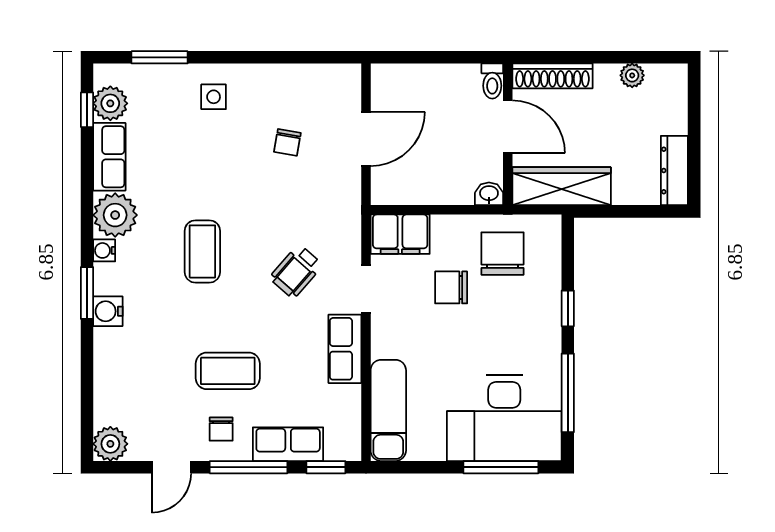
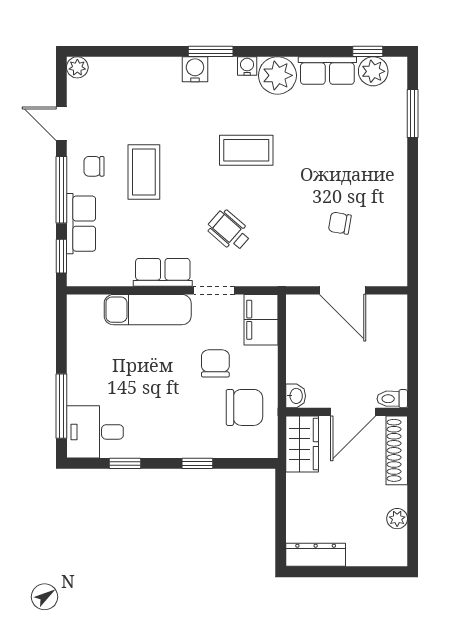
side table: (214, 97) -> (379, 160), removed
wardrobe: (562, 186) -> (302, 444), width x0.67
window: (568, 393) -> (125, 463), width x0.46
exam couch: (388, 410) -> (148, 310), moved
desk: (504, 418) -> (95, 432), width x0.53, depth x0.77
plant: (110, 444) -> (77, 67), width x0.73, depth x0.73

